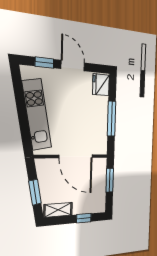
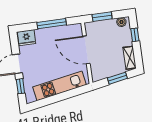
door: (76, 156) -> (86, 50), swing flipped
boiler: (100, 203) -> (121, 22), added

